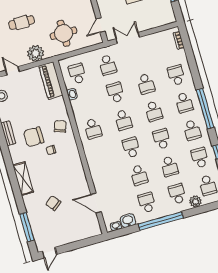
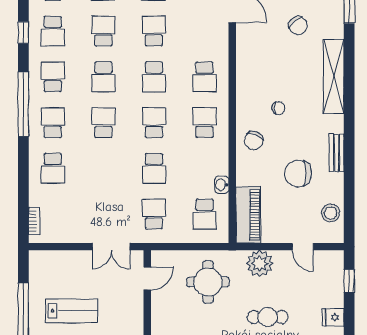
school desk: (146, 84) -> (205, 77), moved, turned 180
chair: (34, 137) -> (298, 173), moved, turned 180
shelving: (23, 179) -> (334, 76), width x1.47

